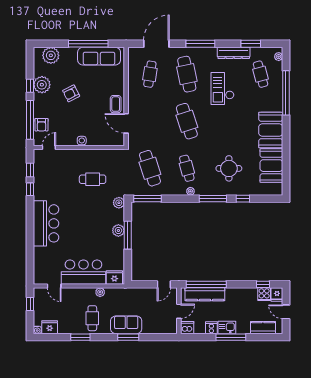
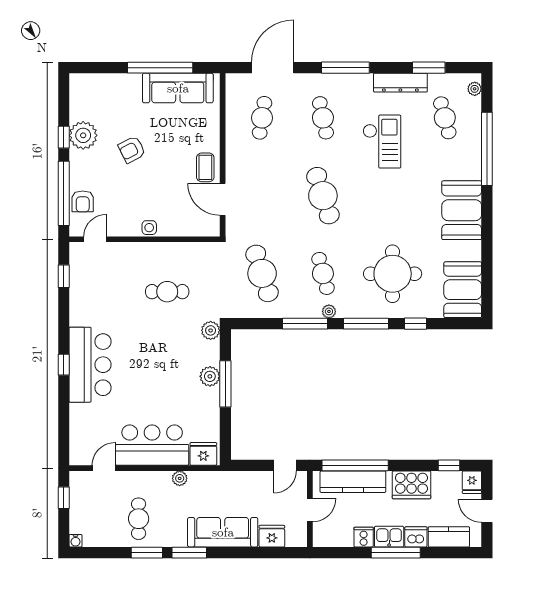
plant: (51, 55) -> (98, 87), removed
cafe table: (187, 74) -> (323, 118), width x0.73, depth x0.74
checkout: (222, 88) -> (382, 142), turned 180
booth: (271, 166) -> (463, 290), moved
round table: (229, 168) -> (393, 274), width x1.36, depth x1.36
window: (30, 189) -> (64, 365), moved
window: (148, 199) -> (305, 324), moved
door: (54, 286) -> (104, 468), swing flipped
cooker: (264, 294) -> (411, 485), moved, width x1.87, depth x1.31
cafe table: (92, 318) -> (139, 519), moved
sofa: (126, 325) -> (223, 532), width x1.36
fridge: (50, 327) -> (272, 536), moved
dishwasher: (187, 328) -> (416, 537), moved
window: (128, 337) -> (189, 553), moved

